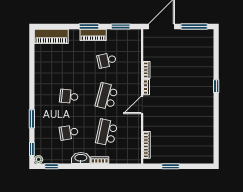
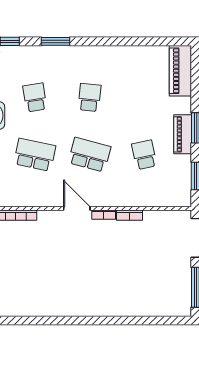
window: (216, 86) -> (105, 321), removed

